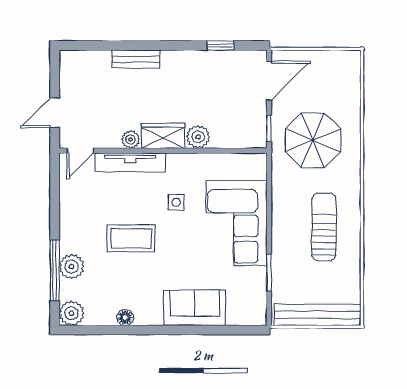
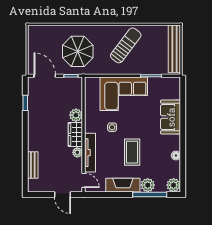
bench: (136, 59) -> (33, 165), moved
fireplace: (72, 222) -> (123, 185), added
sun lounger: (324, 227) -> (126, 45), turned 127

